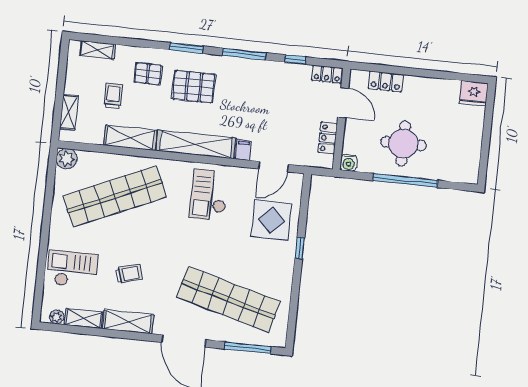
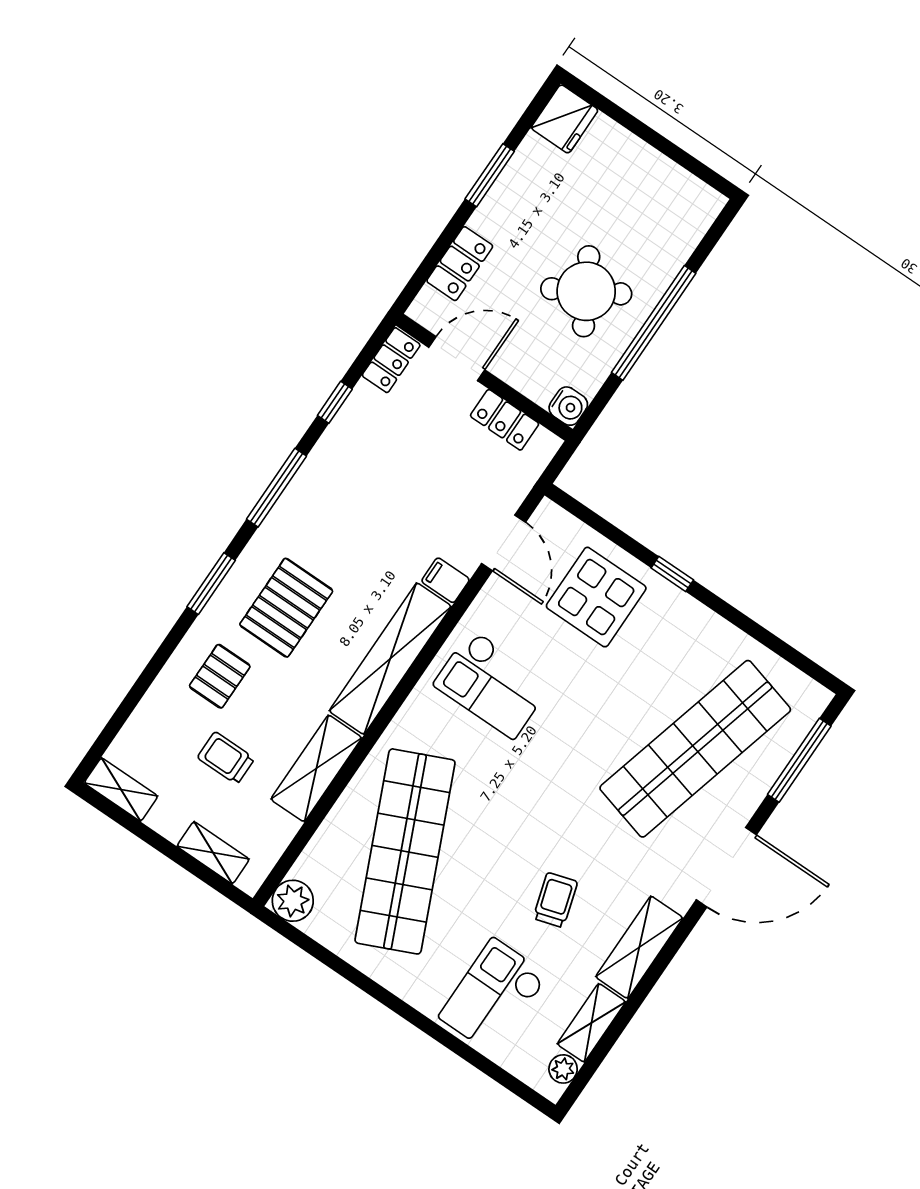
shelving: (97, 50) -> (121, 790), moved, turned 90
window: (431, 74) -> (490, 175), added
round table: (403, 143) -> (586, 291), turned -30

